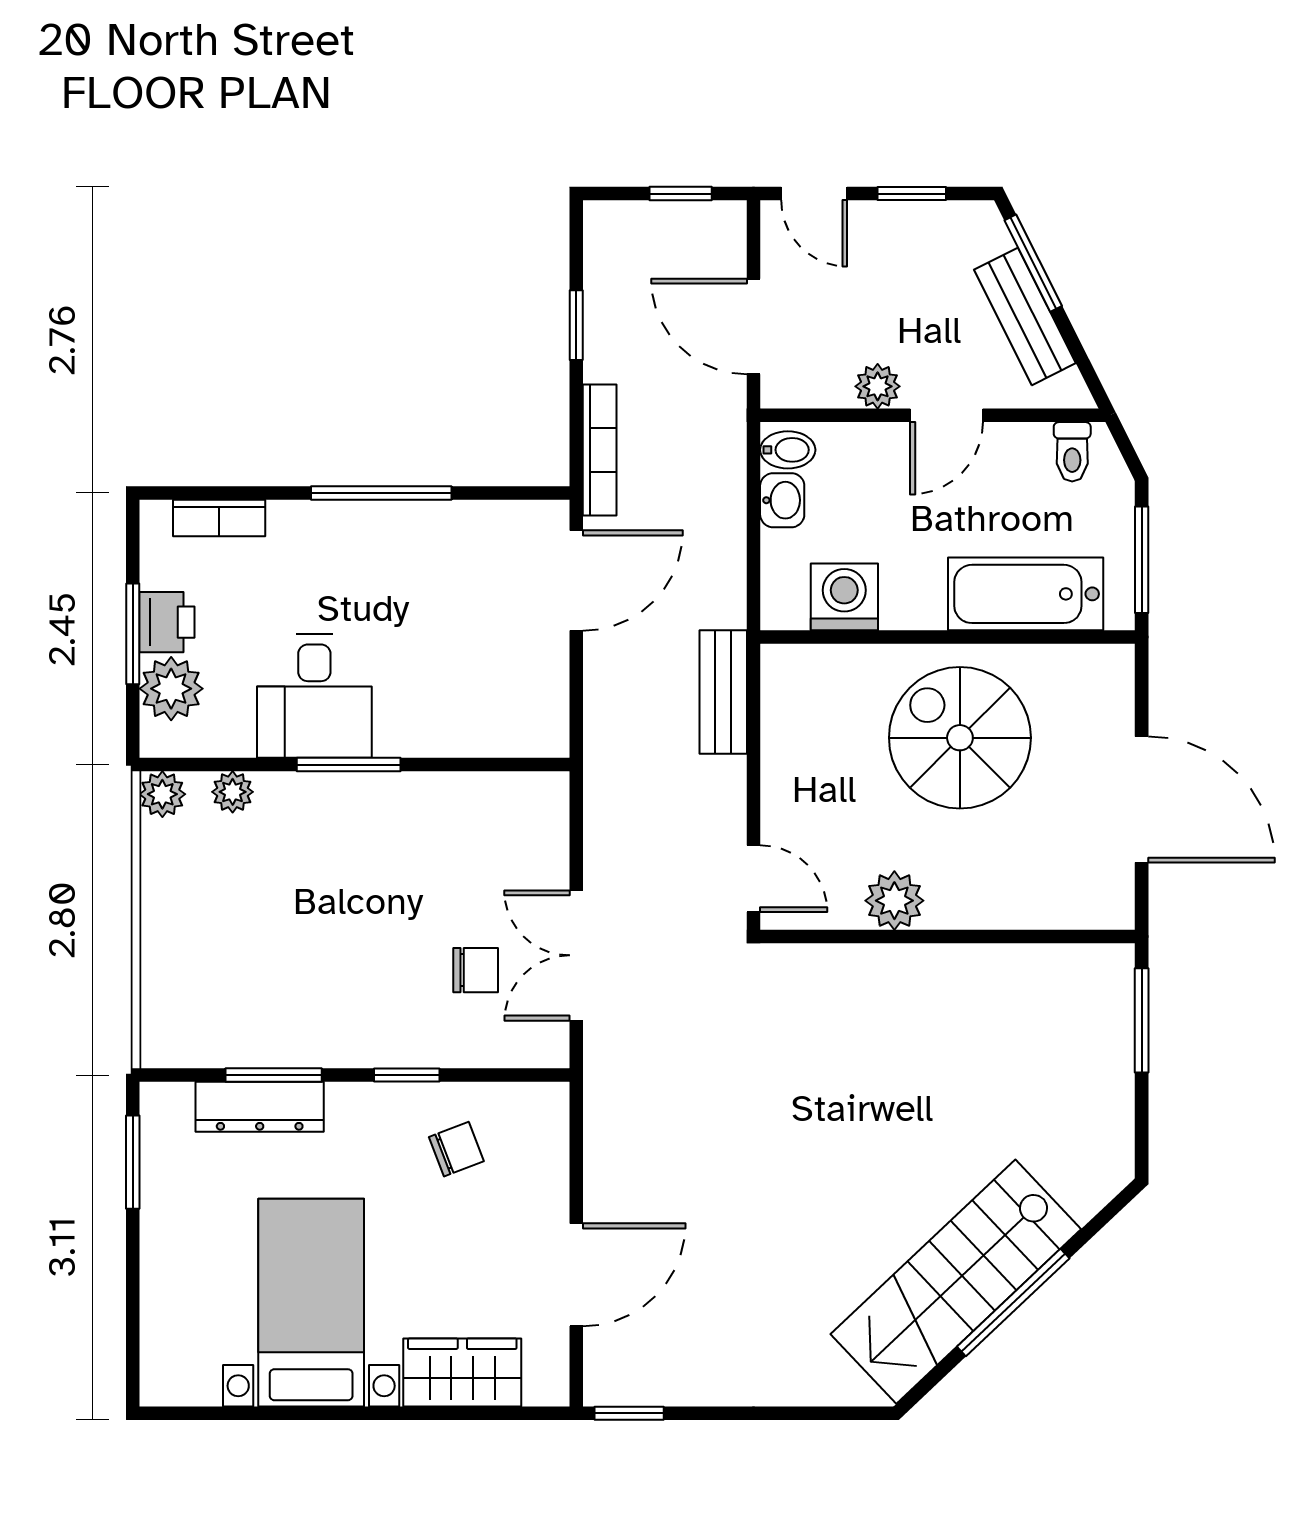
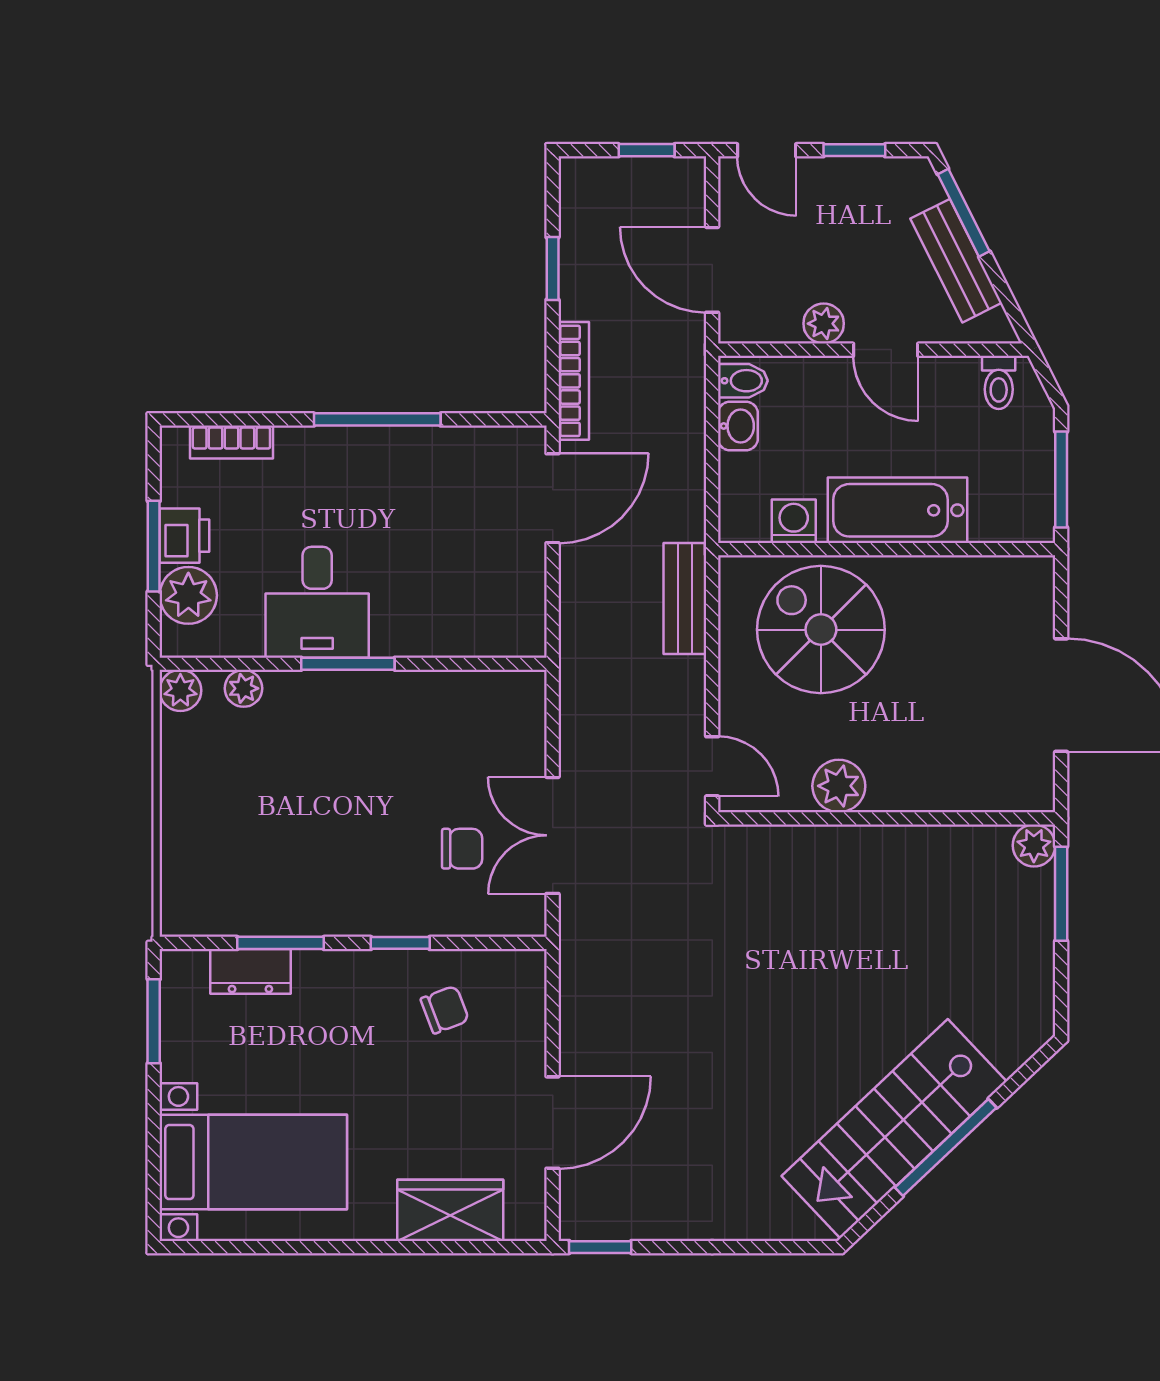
door: (946, 415) -> (886, 350), hinge flipped
bathtub: (1026, 594) -> (897, 510), moved
washing machine: (844, 597) -> (794, 521), width x0.73, depth x0.73
spiral stairs: (960, 738) -> (821, 630), moved
plant: (1111, 967) -> (1034, 845), added
dresser: (260, 1107) -> (250, 971), width x0.70
bed with nightstands: (311, 1303) -> (253, 1162), moved, turned 90

